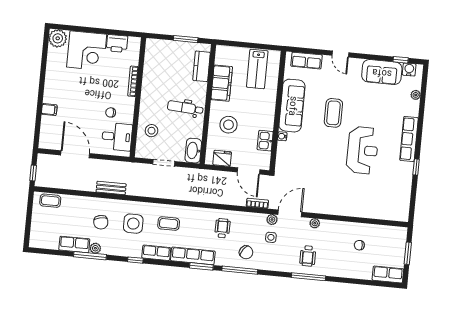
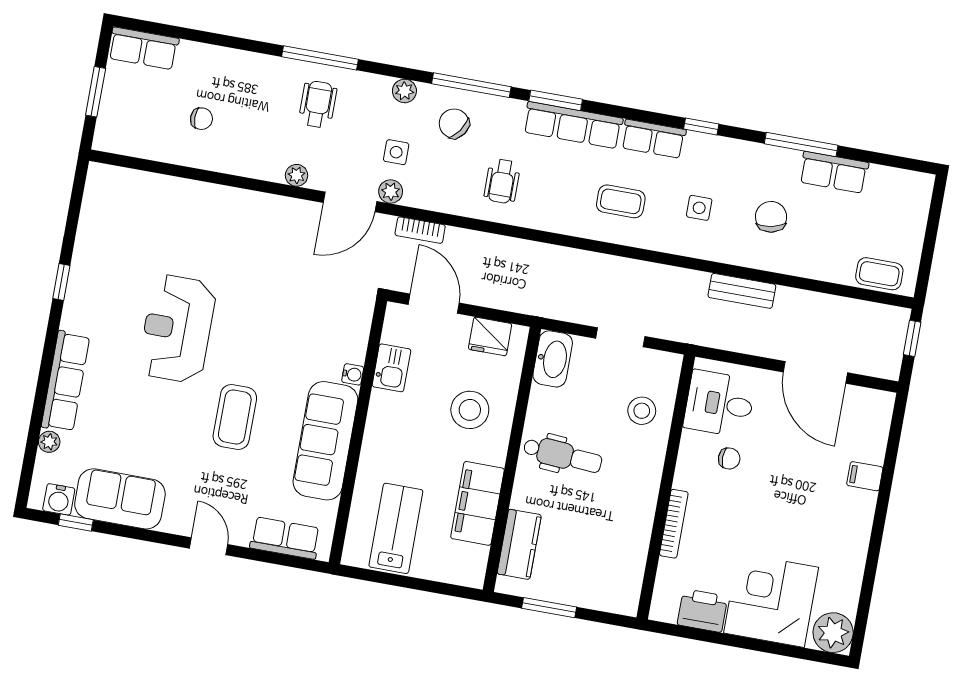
row of seats: (409, 139) -> (65, 381), moved
side table: (133, 224) -> (699, 208), width x0.54, depth x0.54
plant: (95, 248) -> (404, 91), moved

